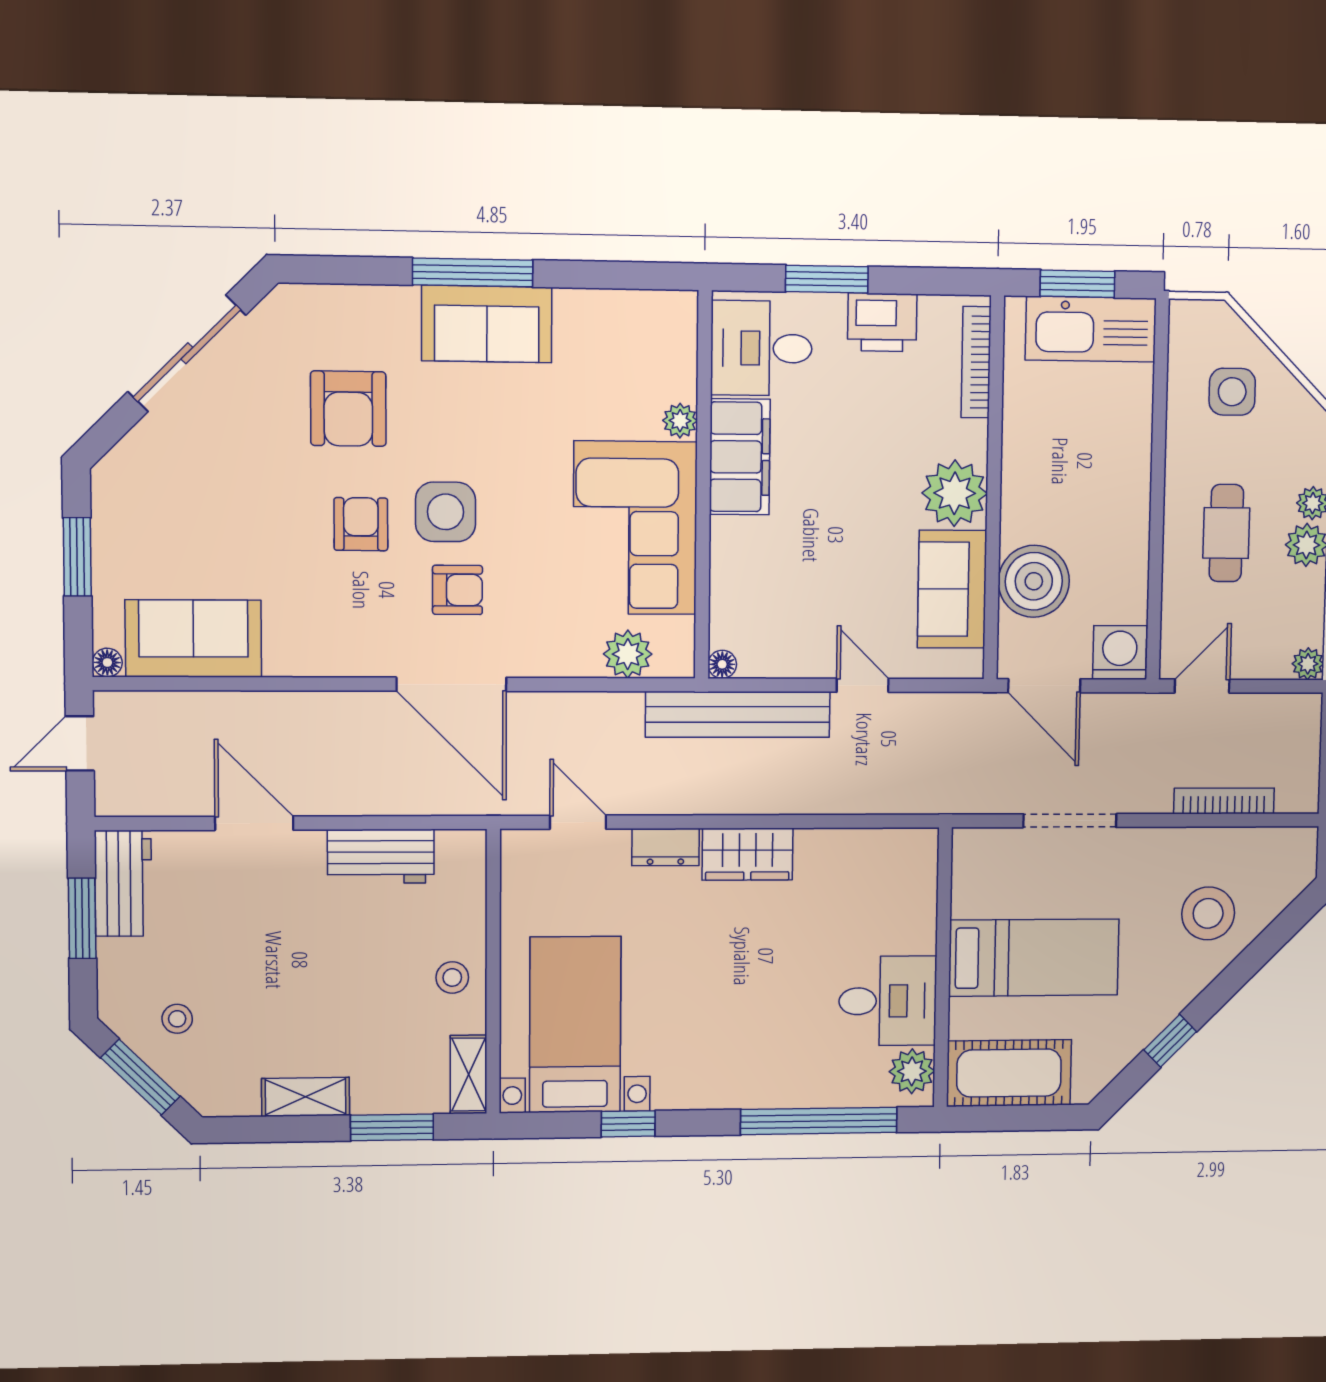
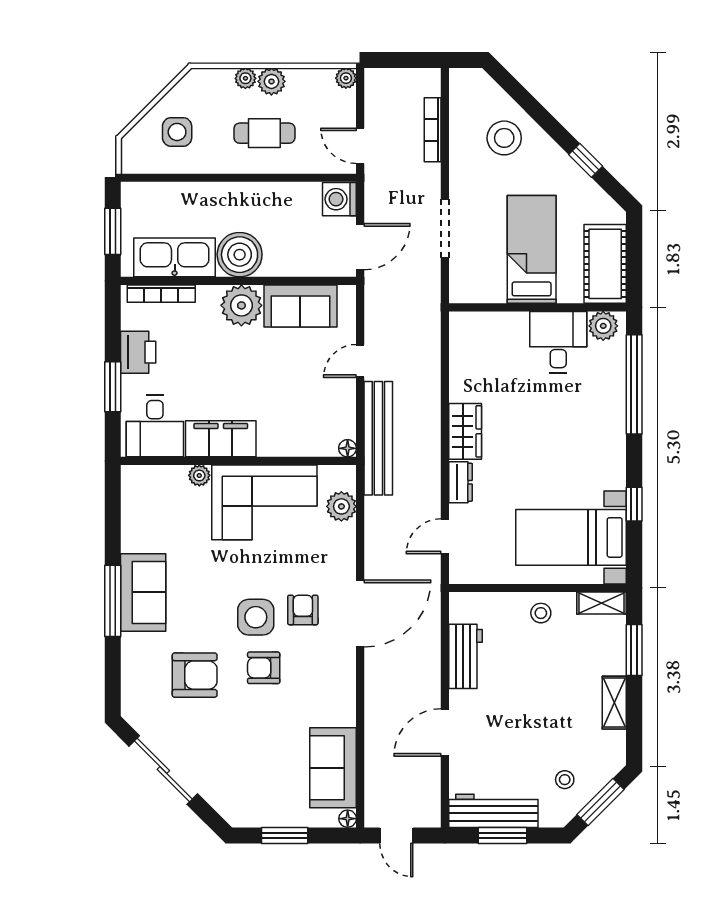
kitchen sink: (1091, 329) -> (175, 257), moved, turned -90
boiler: (1034, 581) -> (240, 255), moved
workbench: (123, 883) -> (493, 811), width x1.38

